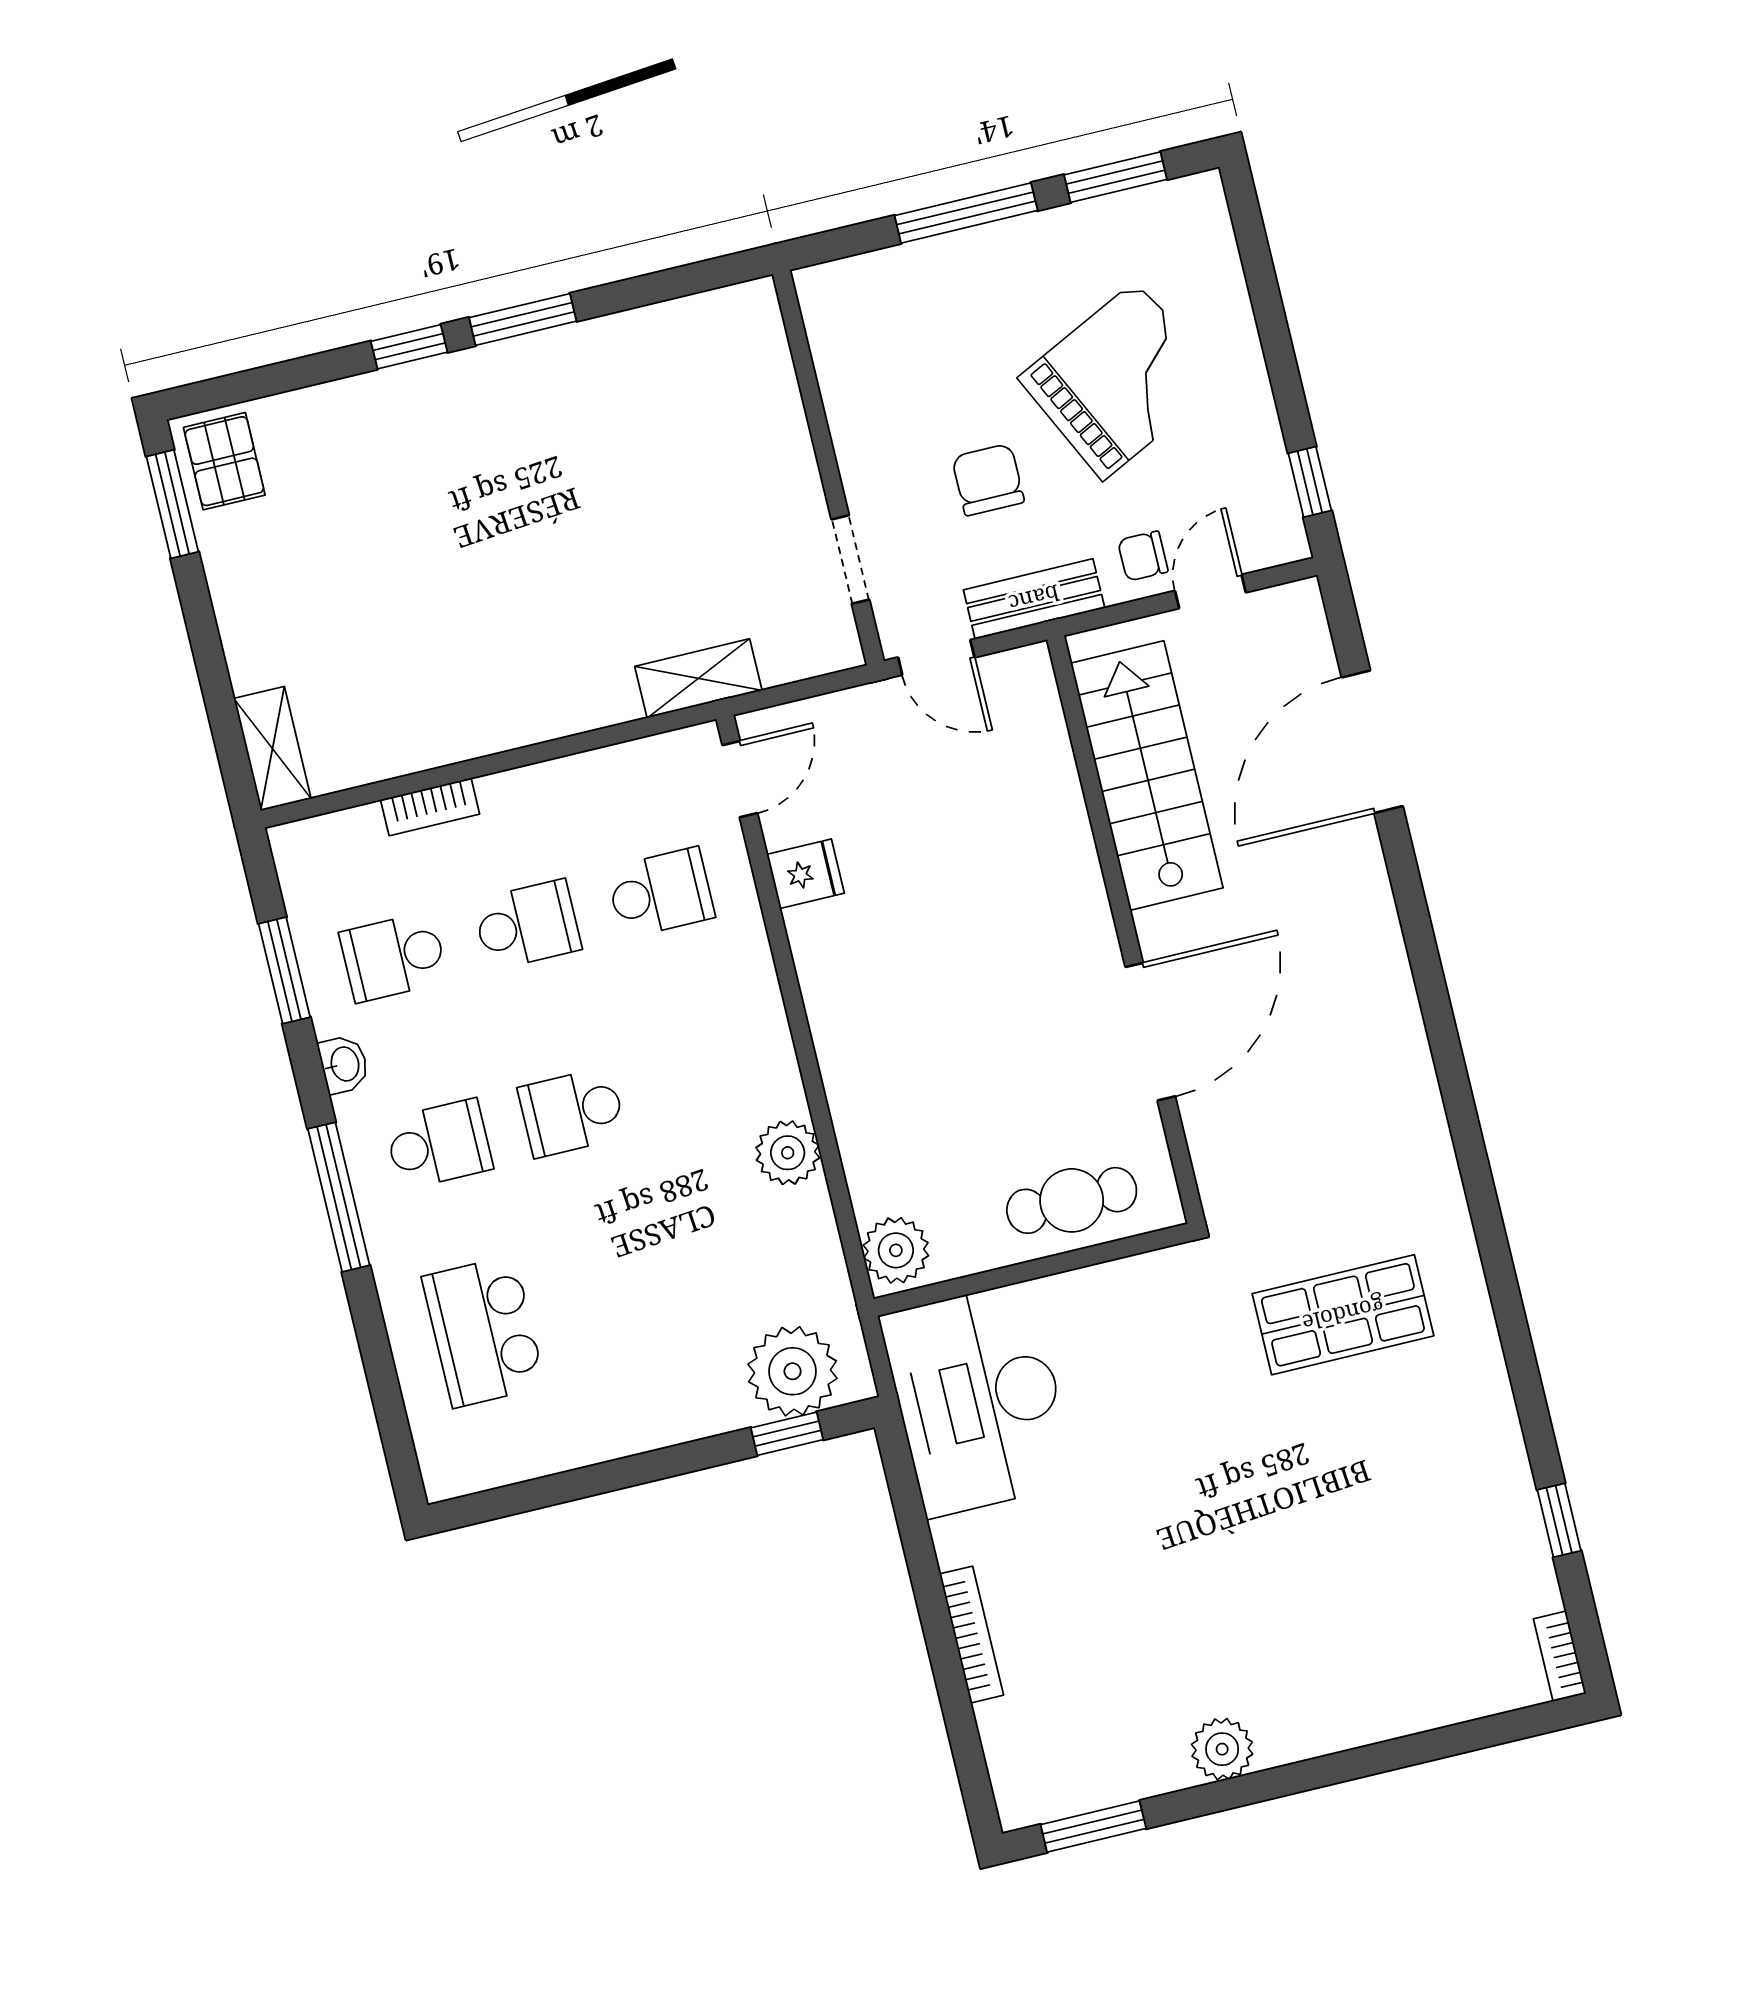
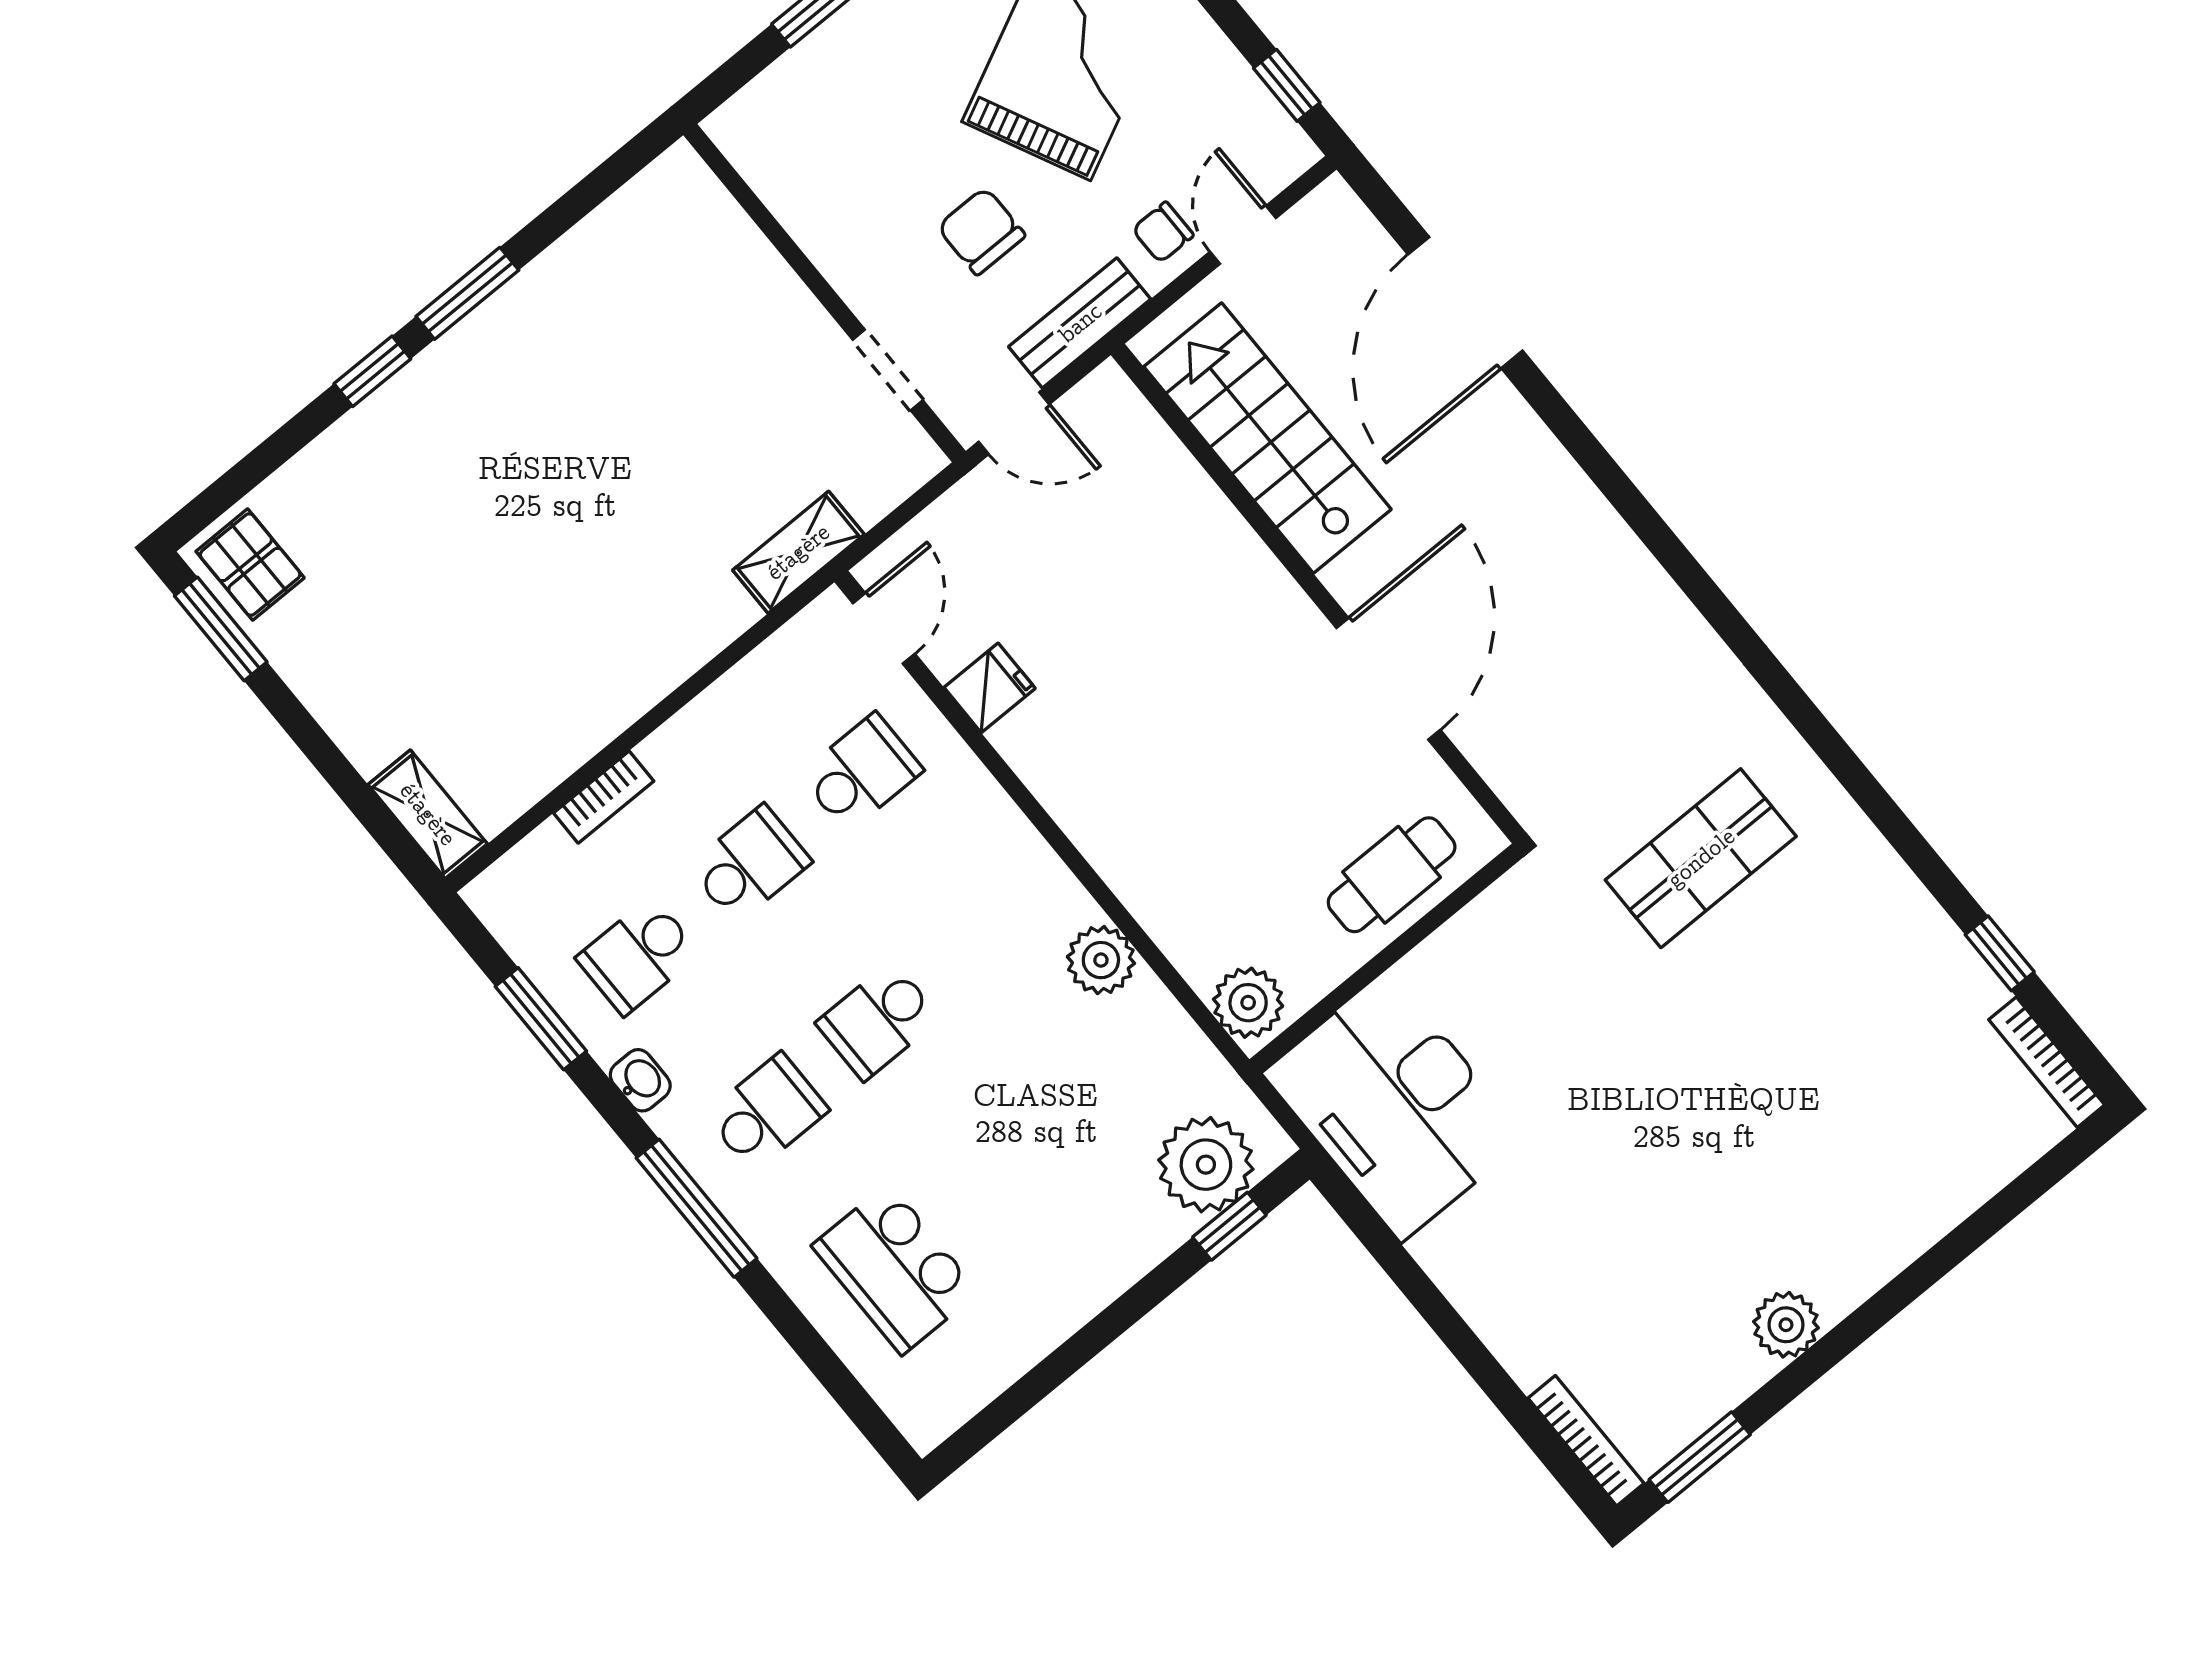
bookcase: (971, 1635) -> (1586, 1441), moved
bookcase: (1560, 1656) -> (2047, 1062), width x1.56

